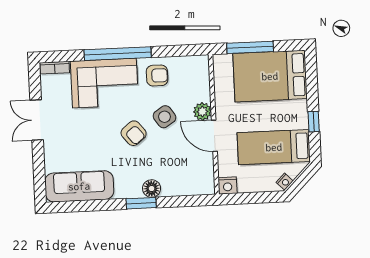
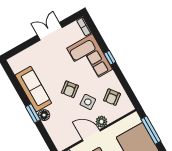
window: (118, 54) -> (110, 58), width x0.32
armchair: (157, 75) -> (112, 97), moved, turned 52
door: (214, 136) -> (91, 135), hinge flipped
sofa: (79, 186) -> (33, 89), moved

